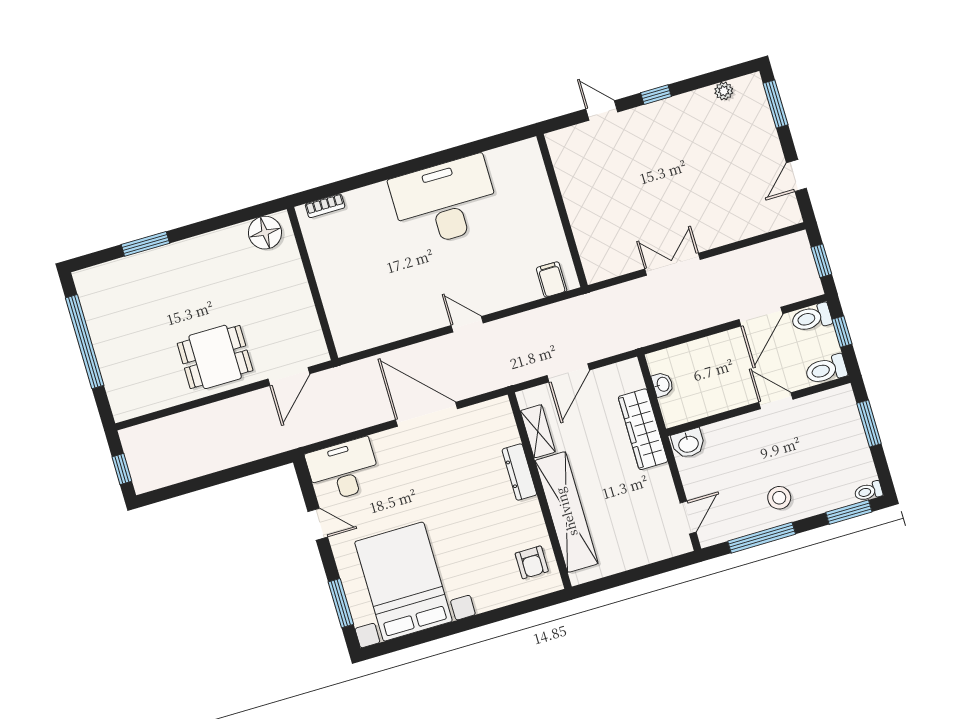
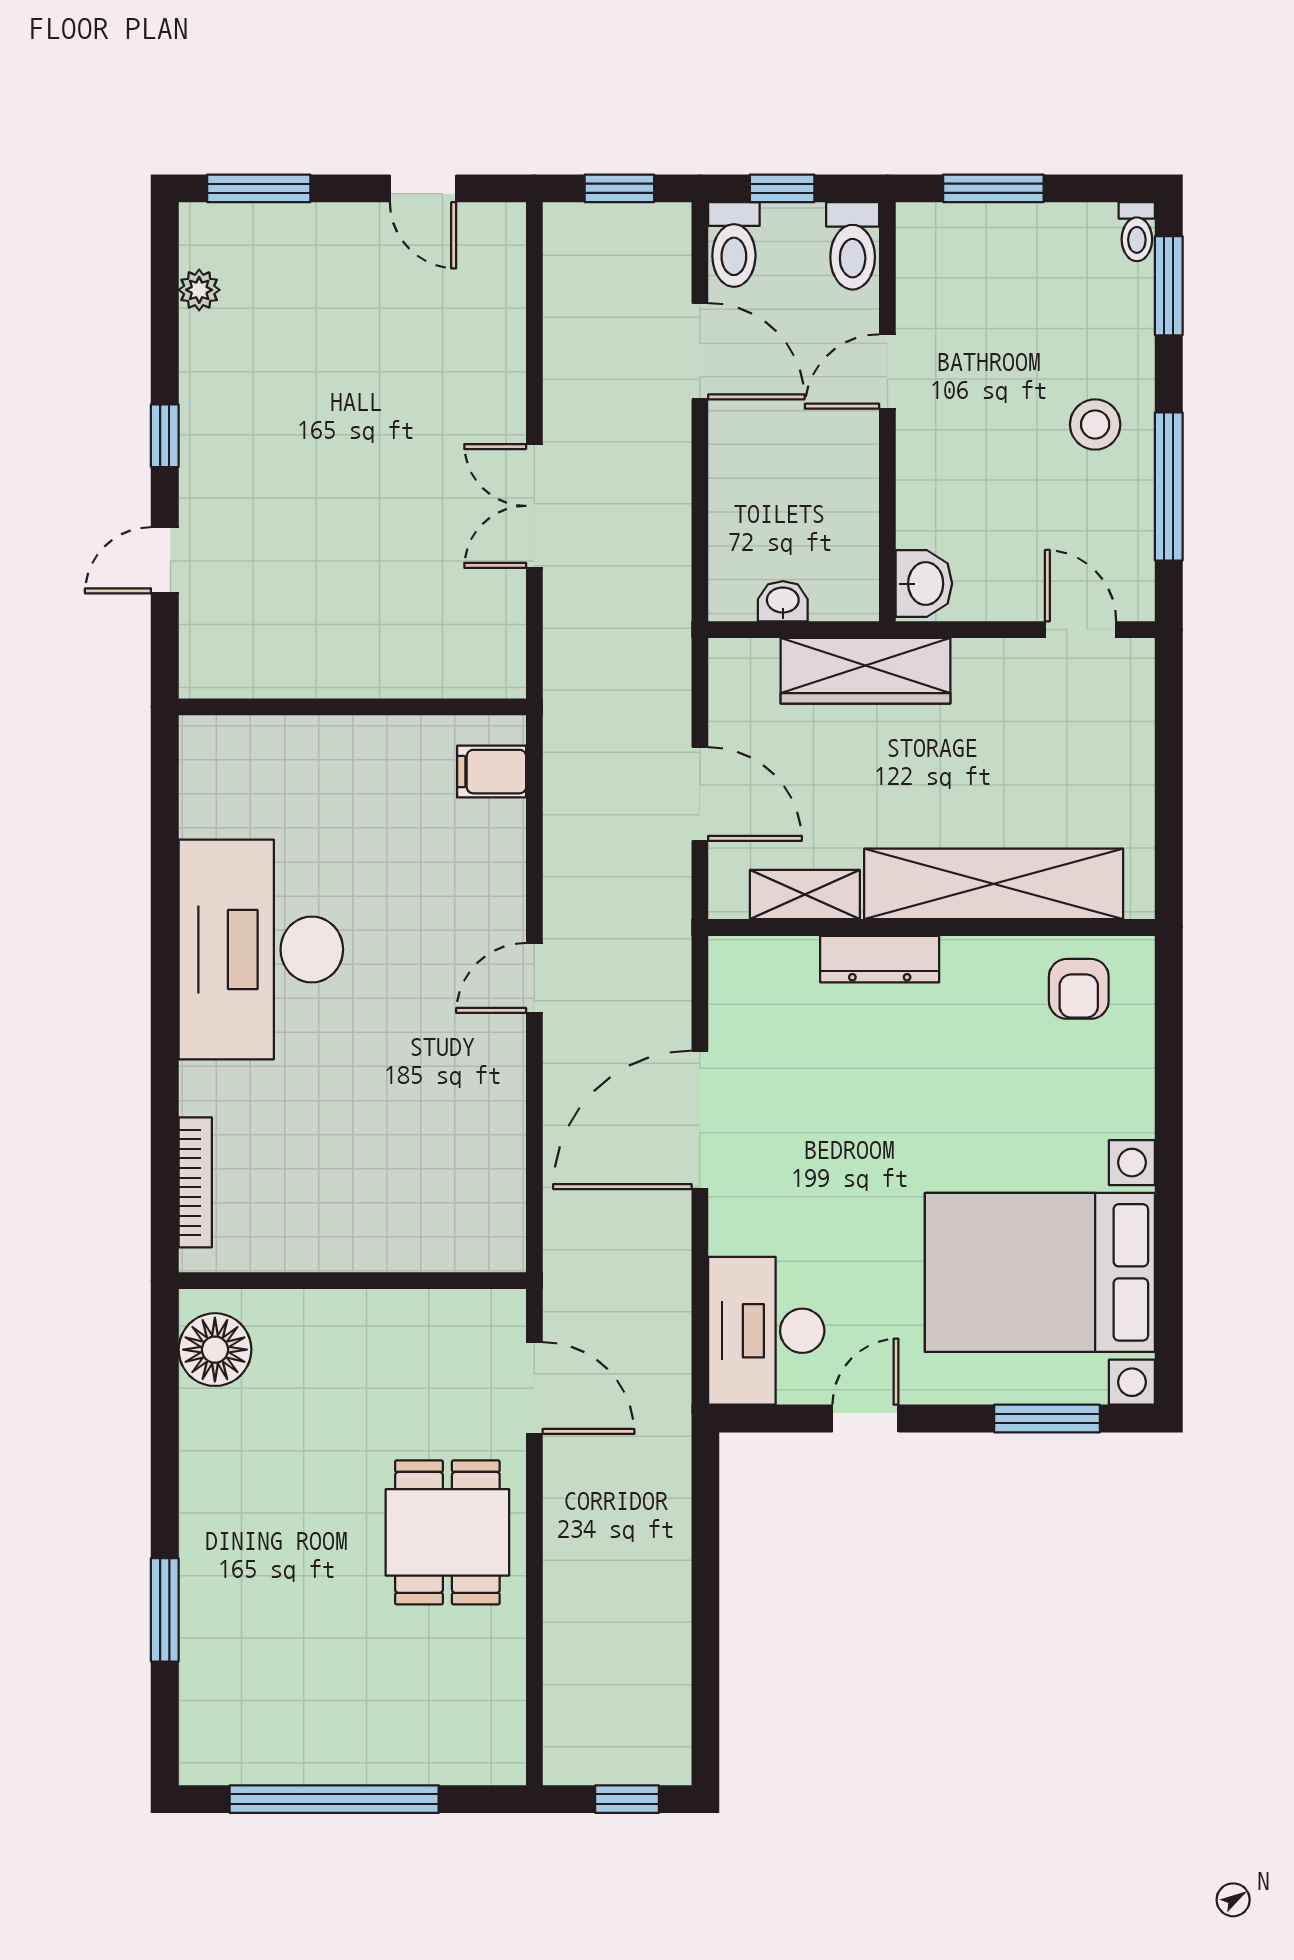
bookcase: (325, 206) -> (195, 1182), width x1.56
armchair: (532, 562) -> (1079, 989), turned 90

